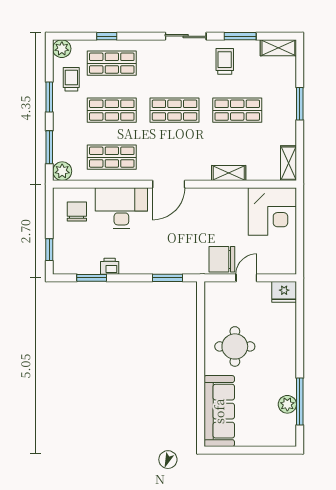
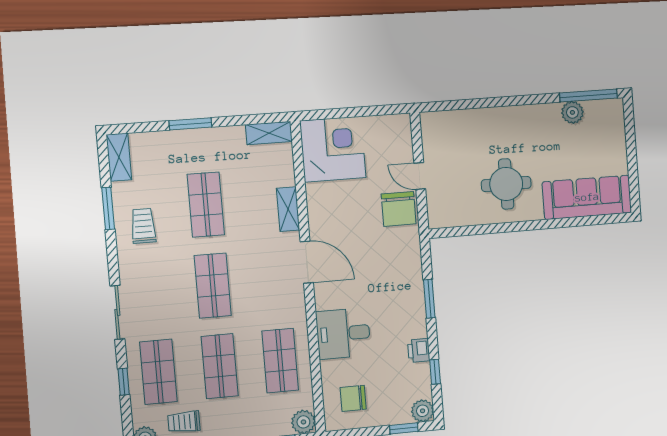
sliding door: (186, 36) -> (117, 312), moved
trolley: (225, 61) -> (143, 226), turned 90
door: (169, 184) -> (307, 262), moved
desk: (121, 208) -> (343, 333), width x0.73
plant: (62, 266) -> (423, 411), added
window: (92, 278) -> (435, 372), width x0.67
window: (167, 278) -> (429, 299), moved
fridge: (284, 292) -> (433, 127), removed
window: (300, 401) -> (588, 96), moved

